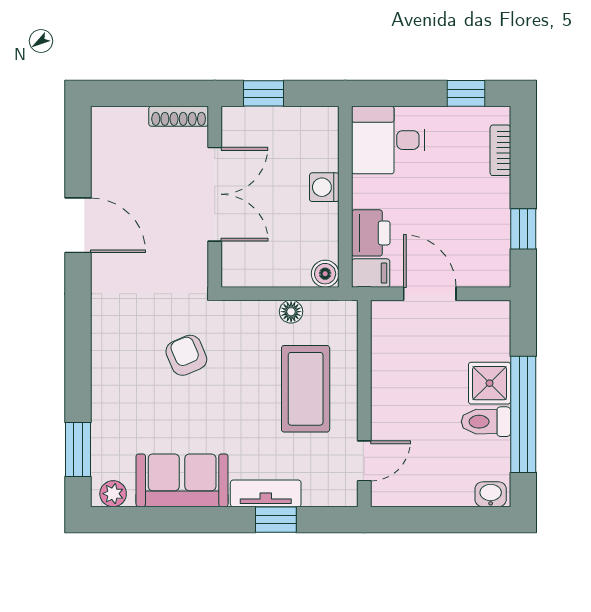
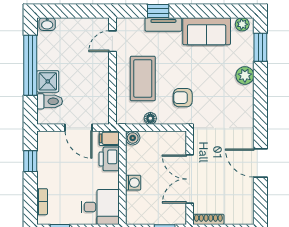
armchair: (186, 355) -> (183, 98), moved, turned 113
plant: (108, 395) -> (245, 75), added
toilet: (486, 422) -> (50, 101), moved

